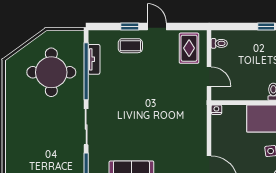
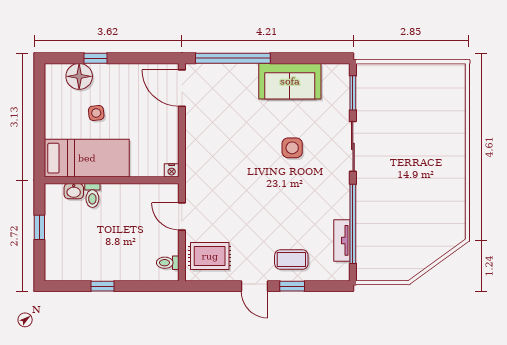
rug: (189, 48) -> (210, 256), turned 90
round table: (51, 72) -> (401, 223), removed
side table: (130, 126) -> (292, 148), added

